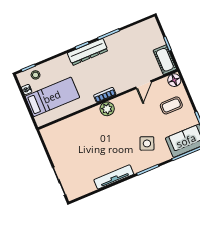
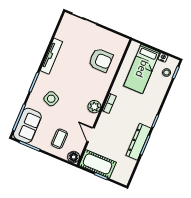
dresser: (88, 52) -> (138, 142), moved
cot: (165, 60) -> (98, 164), width x1.37, depth x1.34
plant: (107, 109) -> (94, 107), moved
armchair: (78, 136) -> (101, 60), added

